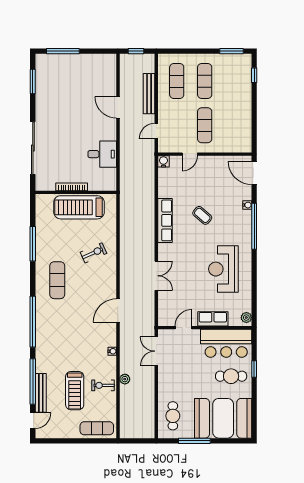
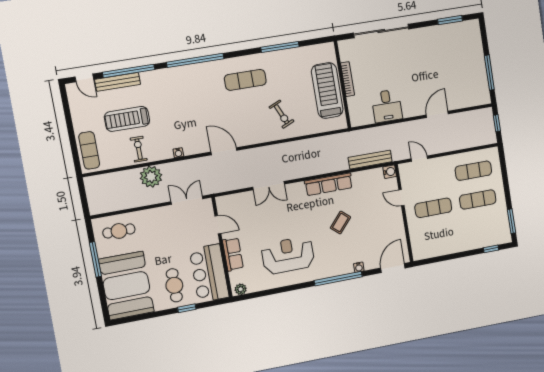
window: (63, 51) -> (489, 73), moved
bench: (149, 94) -> (370, 160), moved
plant: (125, 379) -> (151, 177), width x1.88, depth x1.88

